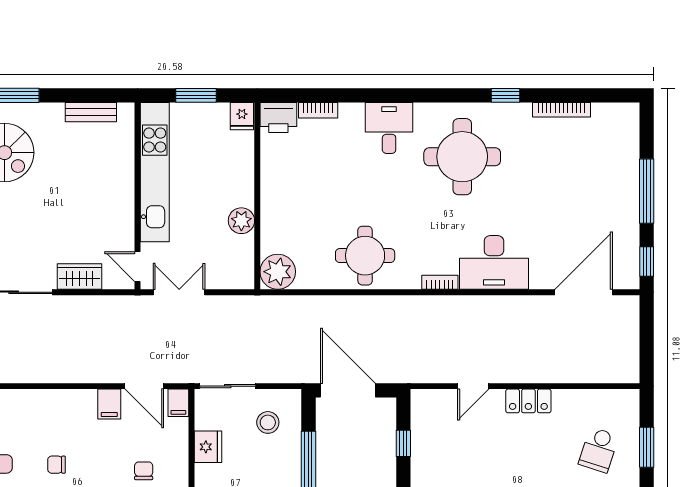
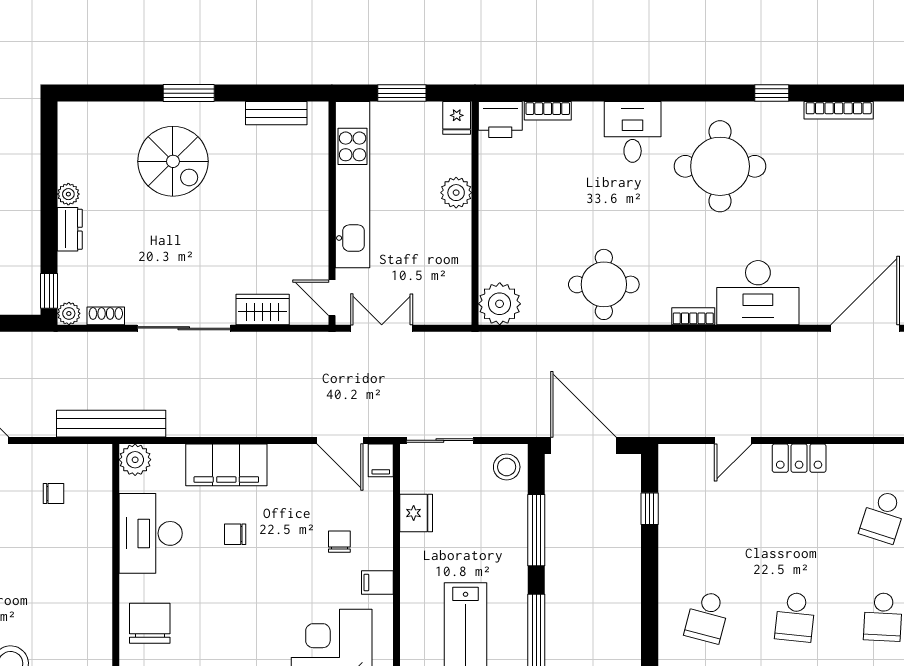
plant: (241, 221) -> (456, 193), moved
filing cabinet: (109, 404) -> (226, 465), moved, width x3.00, depth x1.17
stool: (268, 422) -> (507, 467), moved

